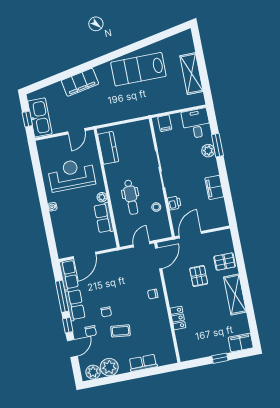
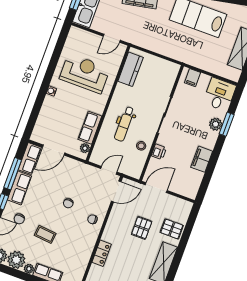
plant: (102, 197) -> (85, 148), moved
chair: (106, 312) -> (68, 203), moved
plant: (124, 368) -> (29, 269), added

